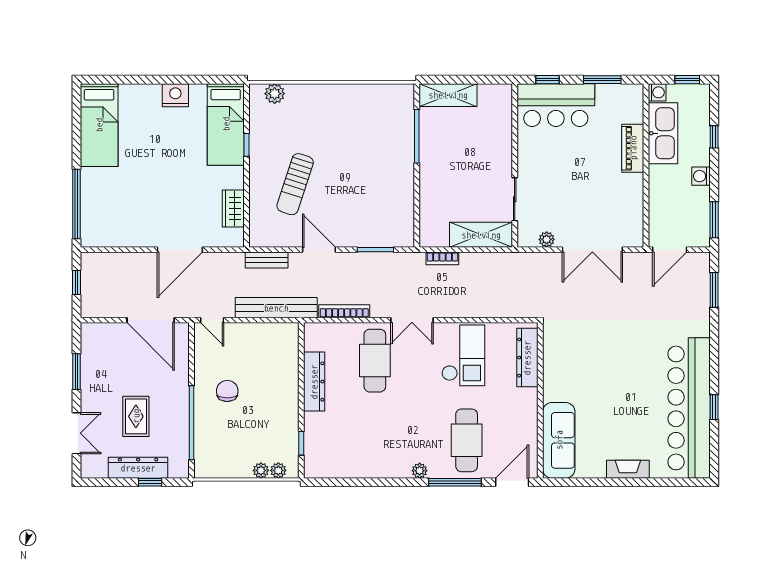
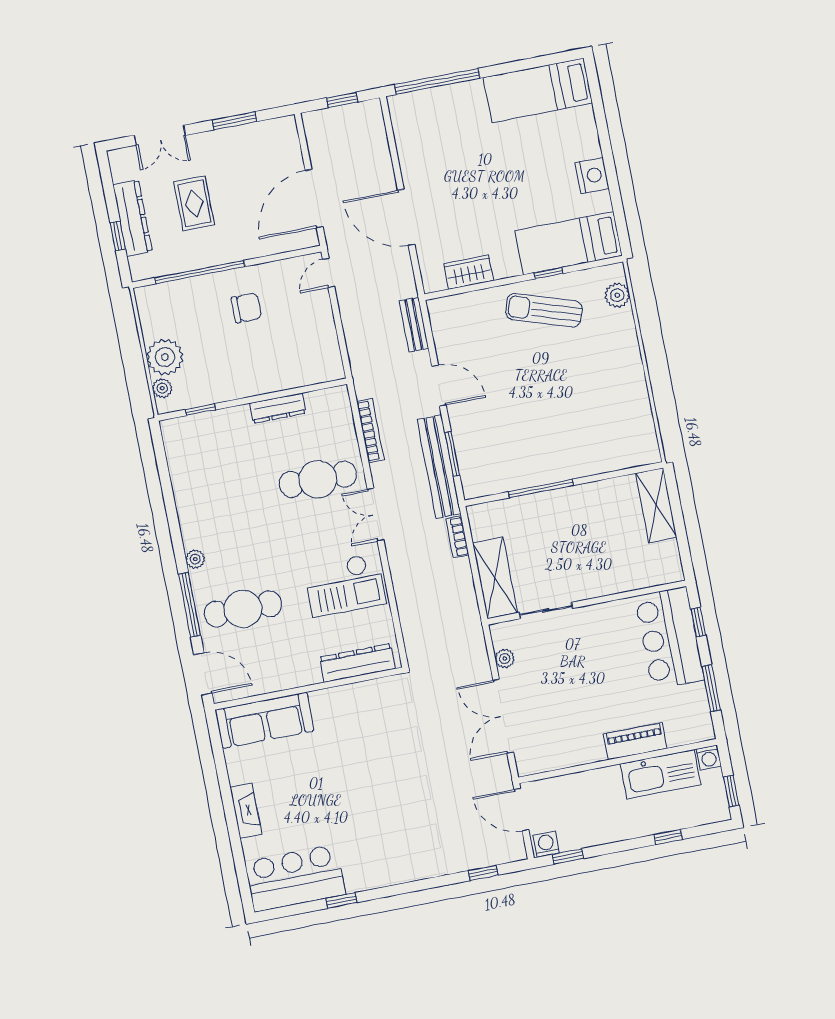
window: (417, 136) -> (541, 488), moved
washing machine: (701, 176) -> (546, 844), moved
sun lounger: (295, 184) -> (544, 310), moved
window: (714, 220) -> (568, 856), width x0.67
door: (319, 250) -> (439, 386), hinge flipped
window: (714, 290) -> (483, 873), width x0.67
bench: (276, 308) -> (439, 467), moved
dresser: (314, 382) -> (278, 408), width x0.73, depth x0.80
bar counter: (689, 408) -> (295, 878), width x0.54
rug: (136, 416) -> (194, 203), turned 90
plant: (261, 470) -> (165, 357), width x1.87, depth x1.87

